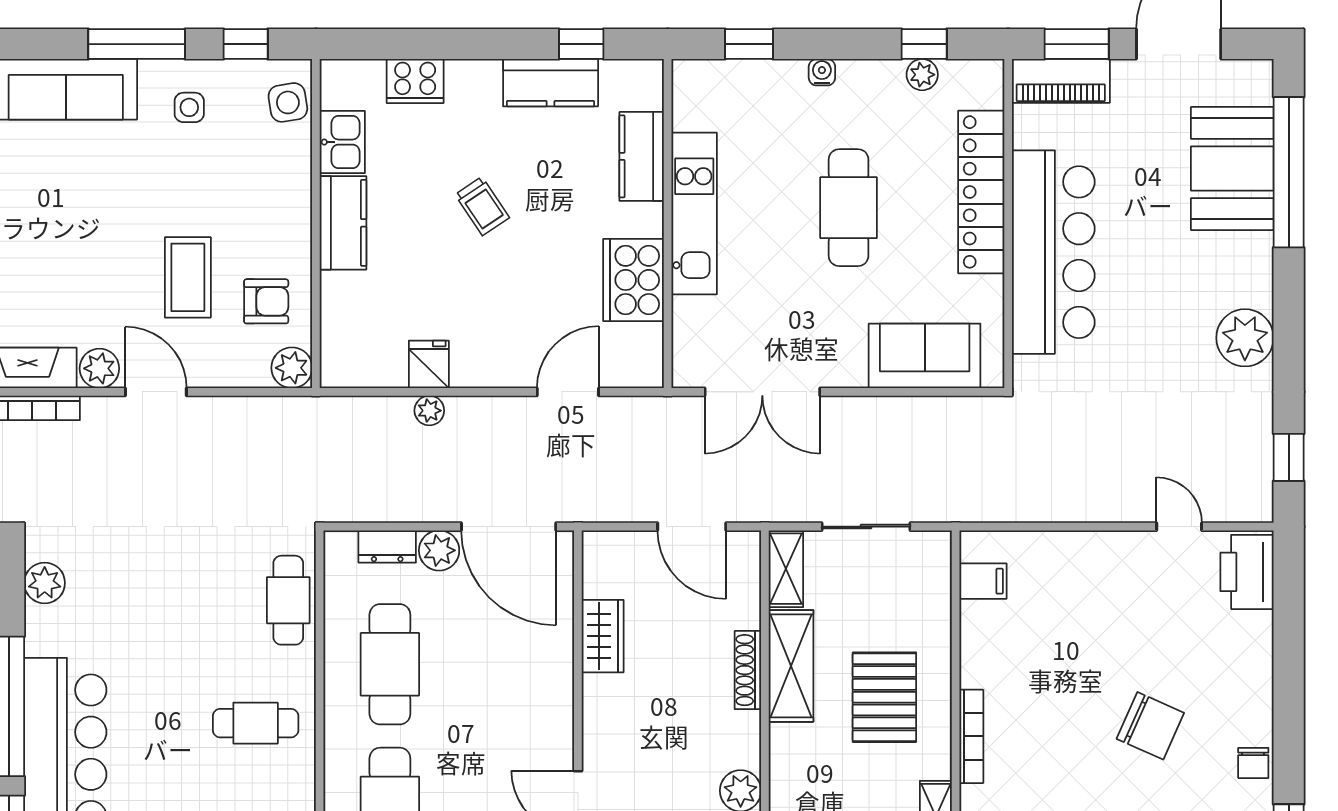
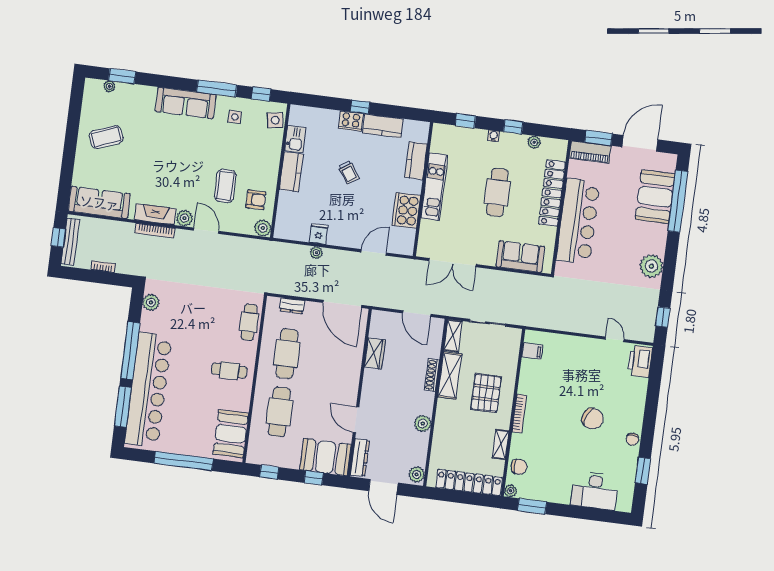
window: (581, 44) -> (360, 107), moved
window: (924, 44) -> (513, 127), moved
cooker: (415, 81) -> (351, 121), moved
plant: (439, 550) -> (313, 310), removed

